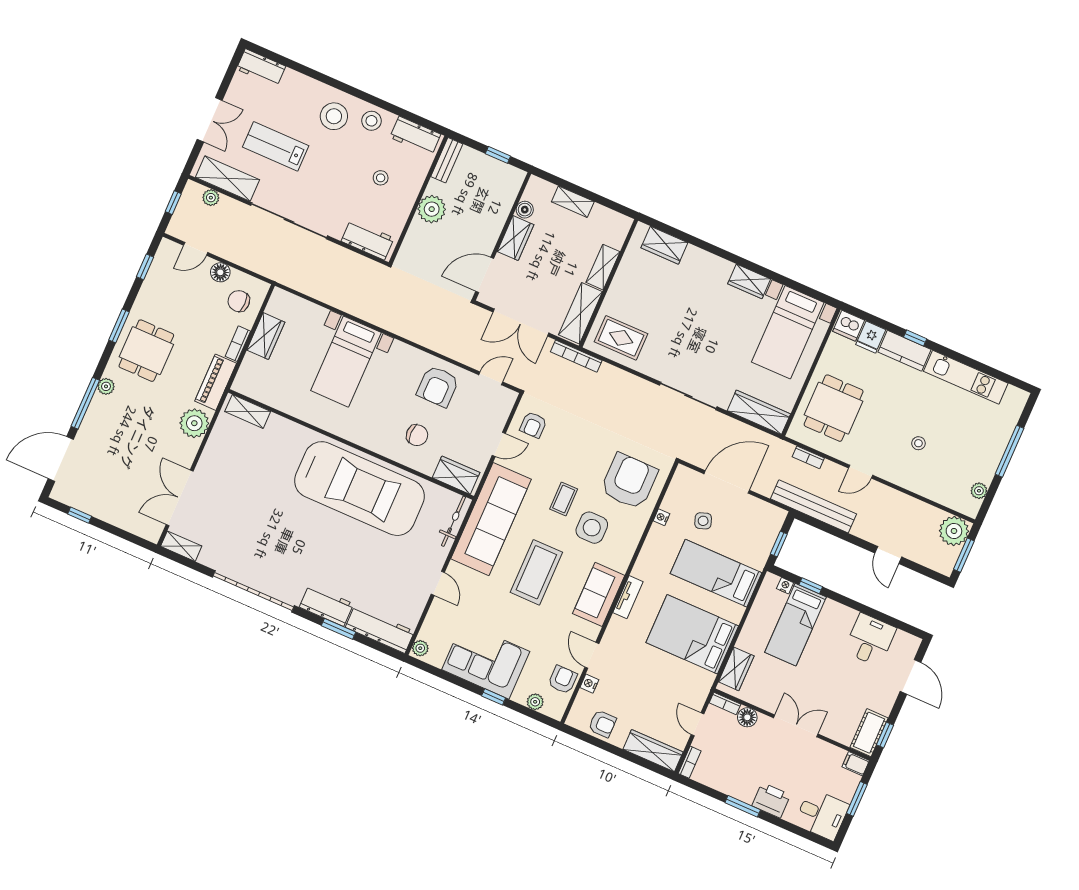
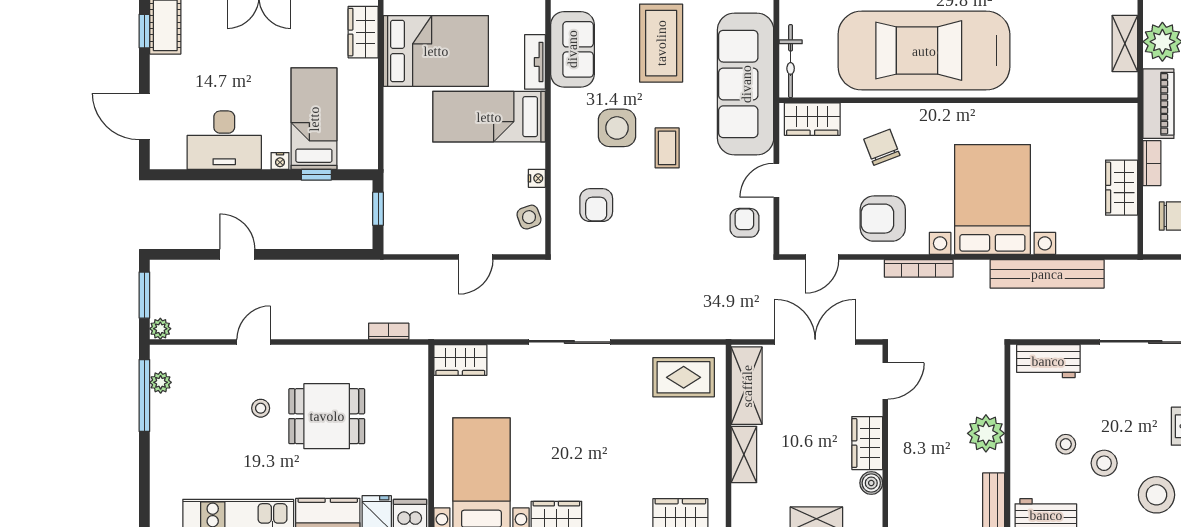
stool: (371, 121) -> (1104, 463), moved
door: (485, 275) -> (885, 381), width x0.73
bookcase: (576, 356) -> (919, 268), moved, turned 180
bed with nightstands: (346, 362) -> (992, 199), width x1.36
armchair: (438, 386) -> (883, 219), turned -90
dining table: (834, 408) -> (327, 416), moved, turned 90
shelving: (248, 411) -> (1125, 43), moved, turned 90
wardrobe: (759, 412) -> (460, 360), width x0.67
chair: (417, 435) -> (882, 147), turned 69
window: (1009, 451) -> (144, 396), moved
door: (861, 472) -> (254, 342), moved
armchair: (629, 481) -> (596, 205), width x0.53, depth x0.53
door: (727, 482) -> (476, 257), width x0.53
bench: (814, 506) -> (1047, 274), moved
side table: (703, 521) -> (529, 217), moved
plant: (954, 531) -> (160, 329), width x0.53, depth x0.53
bed: (716, 573) -> (489, 117), moved, turned 180
nightstand: (785, 586) -> (280, 161), moved
desk: (870, 640) -> (224, 140), width x1.37

